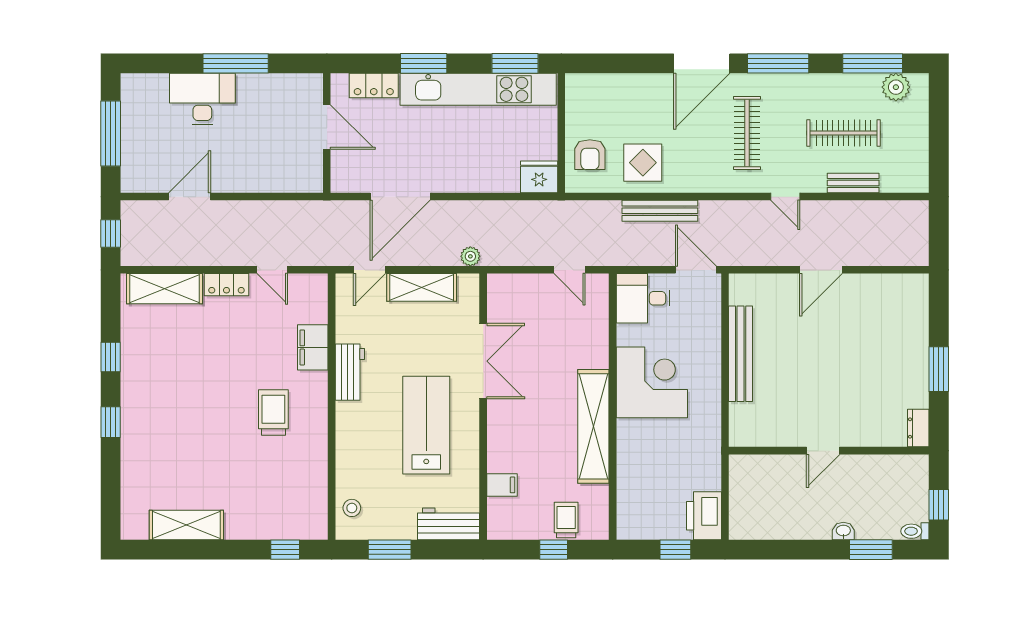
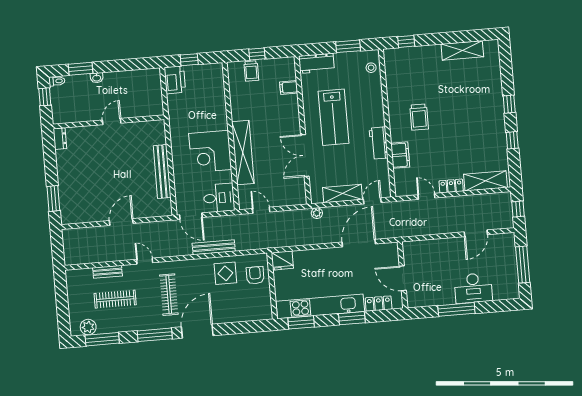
window: (939, 369) -> (53, 199), moved
shelving: (593, 426) -> (243, 153), moved

